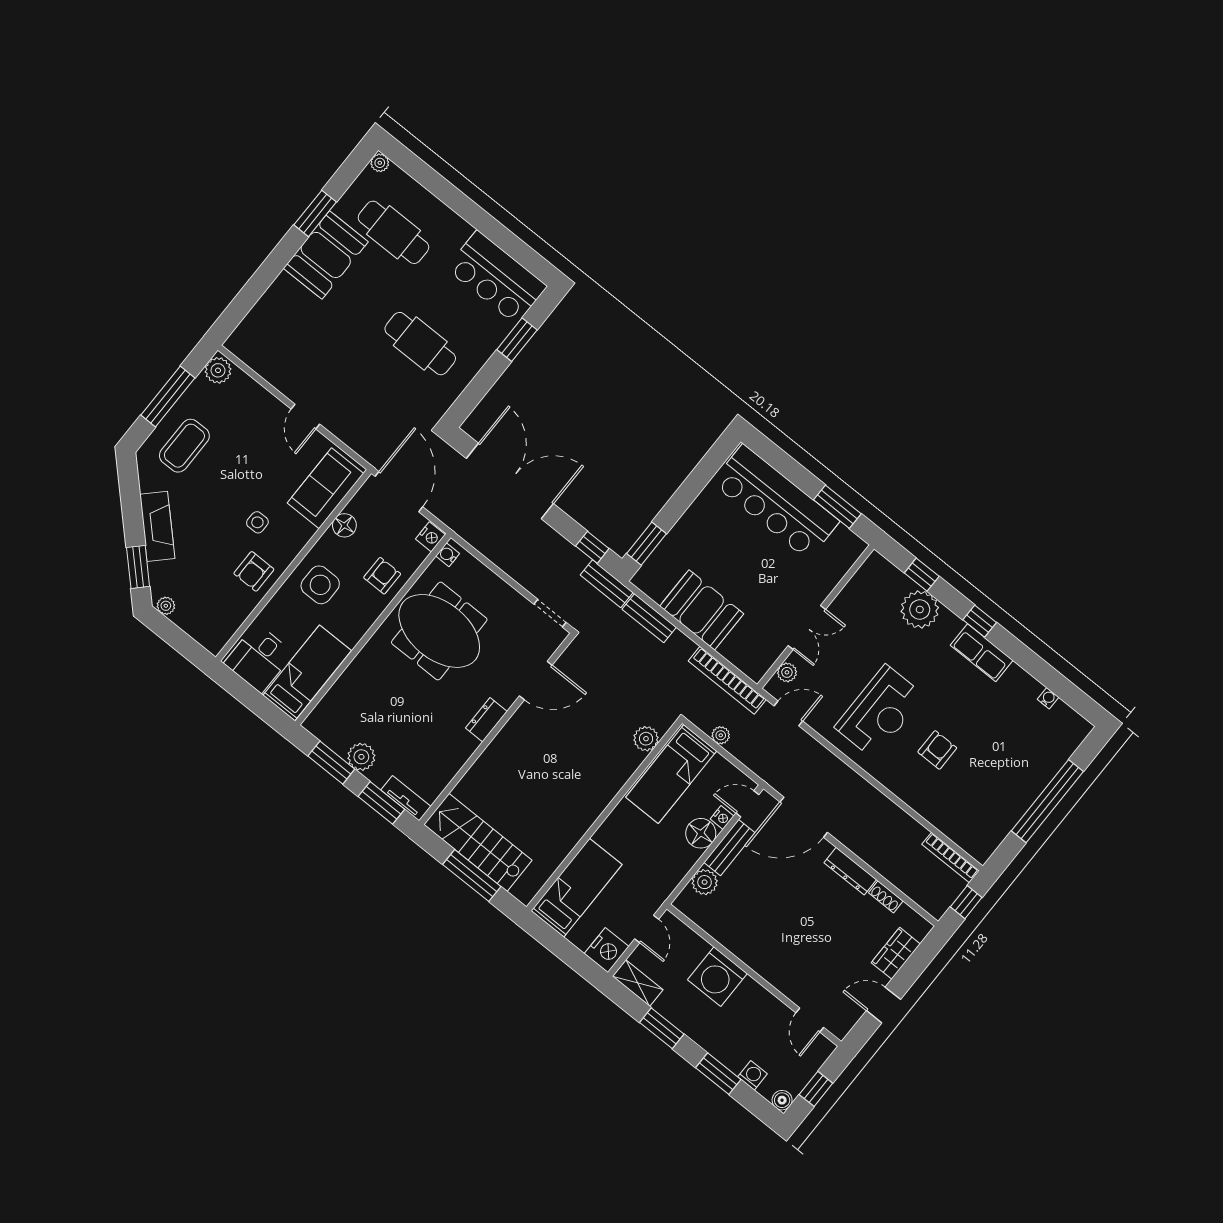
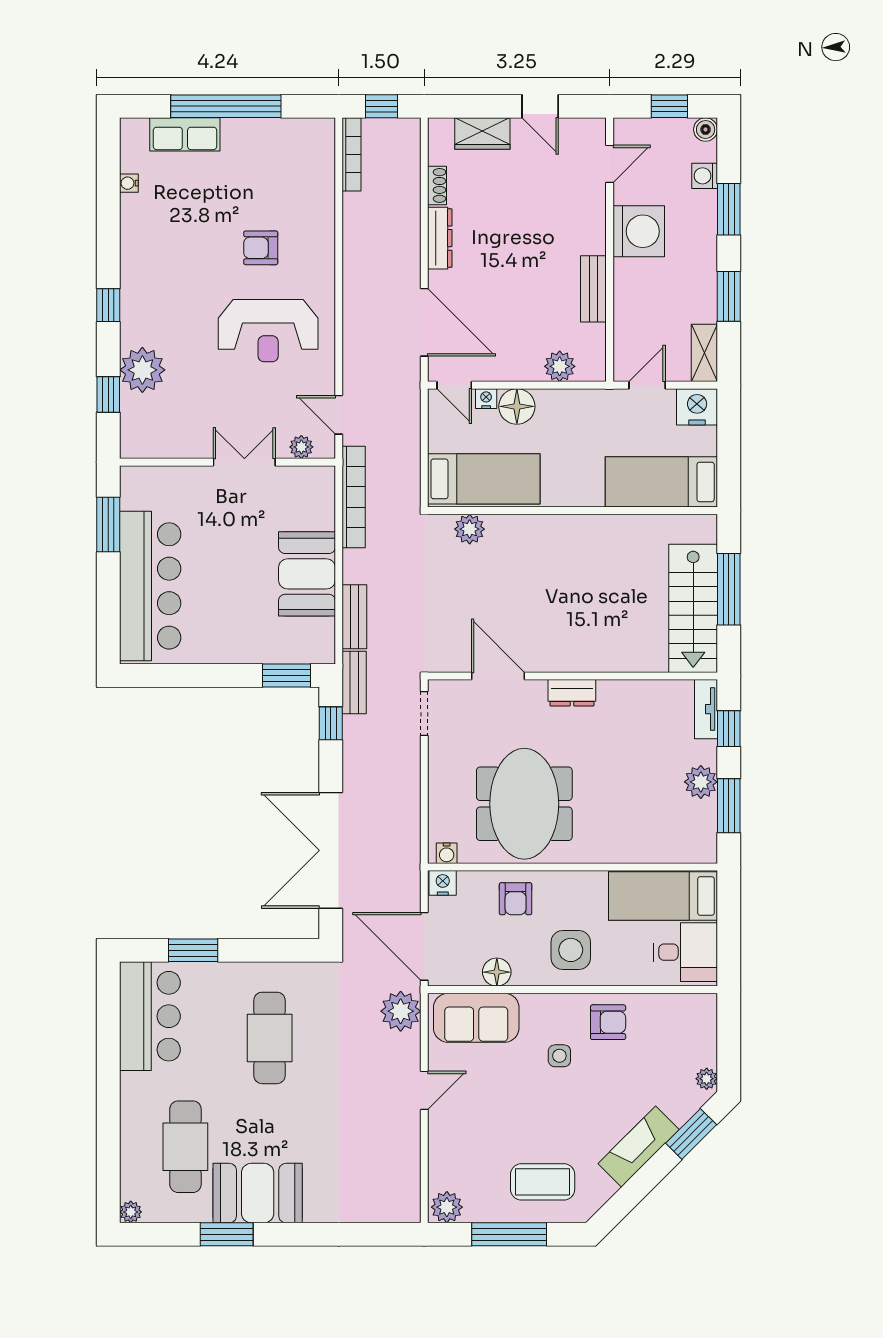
door: (399, 492) -> (424, 946), hinge flipped
armchair: (382, 576) -> (516, 899), turned -90
row of seats: (982, 653) -> (185, 134), moved, turned 90
reception desk: (880, 712) -> (268, 331), turned 180
plant: (721, 735) -> (401, 1011), moved, width x1.88, depth x1.88
window: (381, 803) -> (729, 729), width x0.67
bench: (729, 848) -> (593, 289), moved, turned 90
washing machine: (717, 977) -> (639, 231), moved

